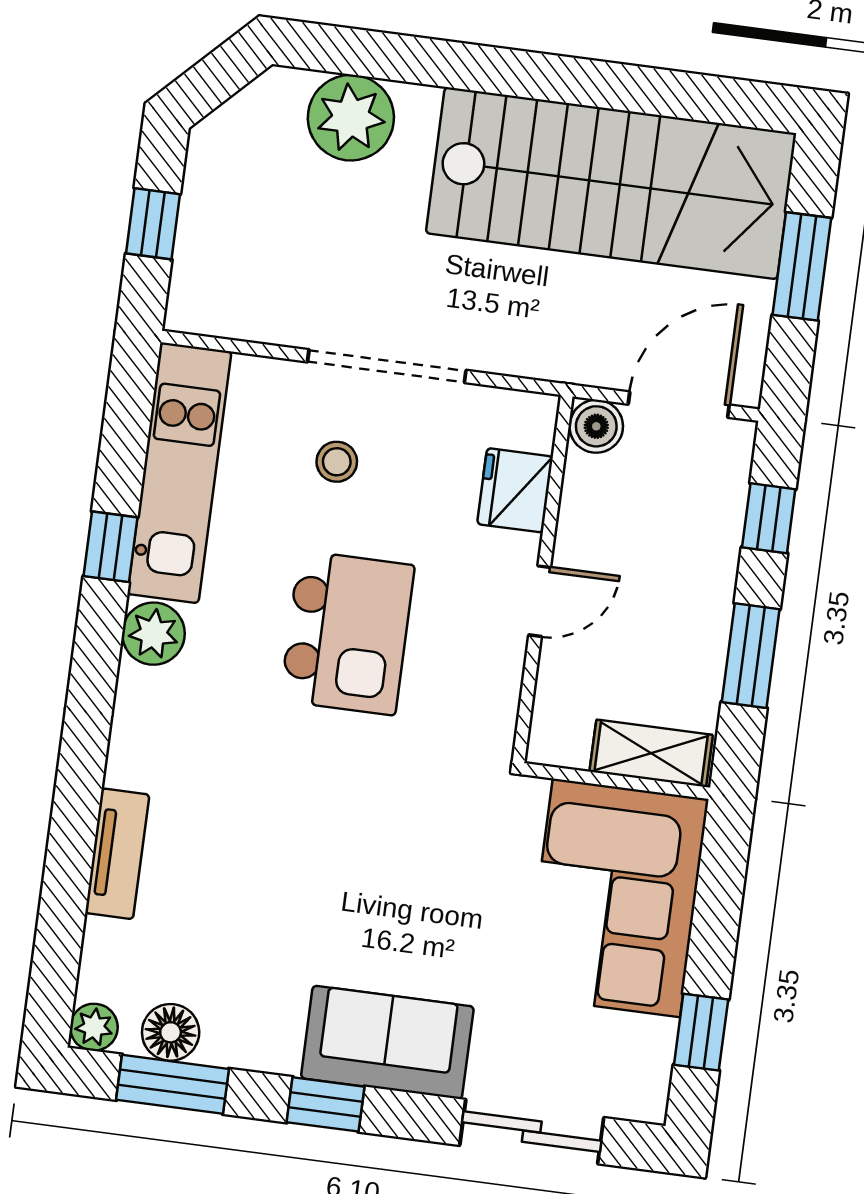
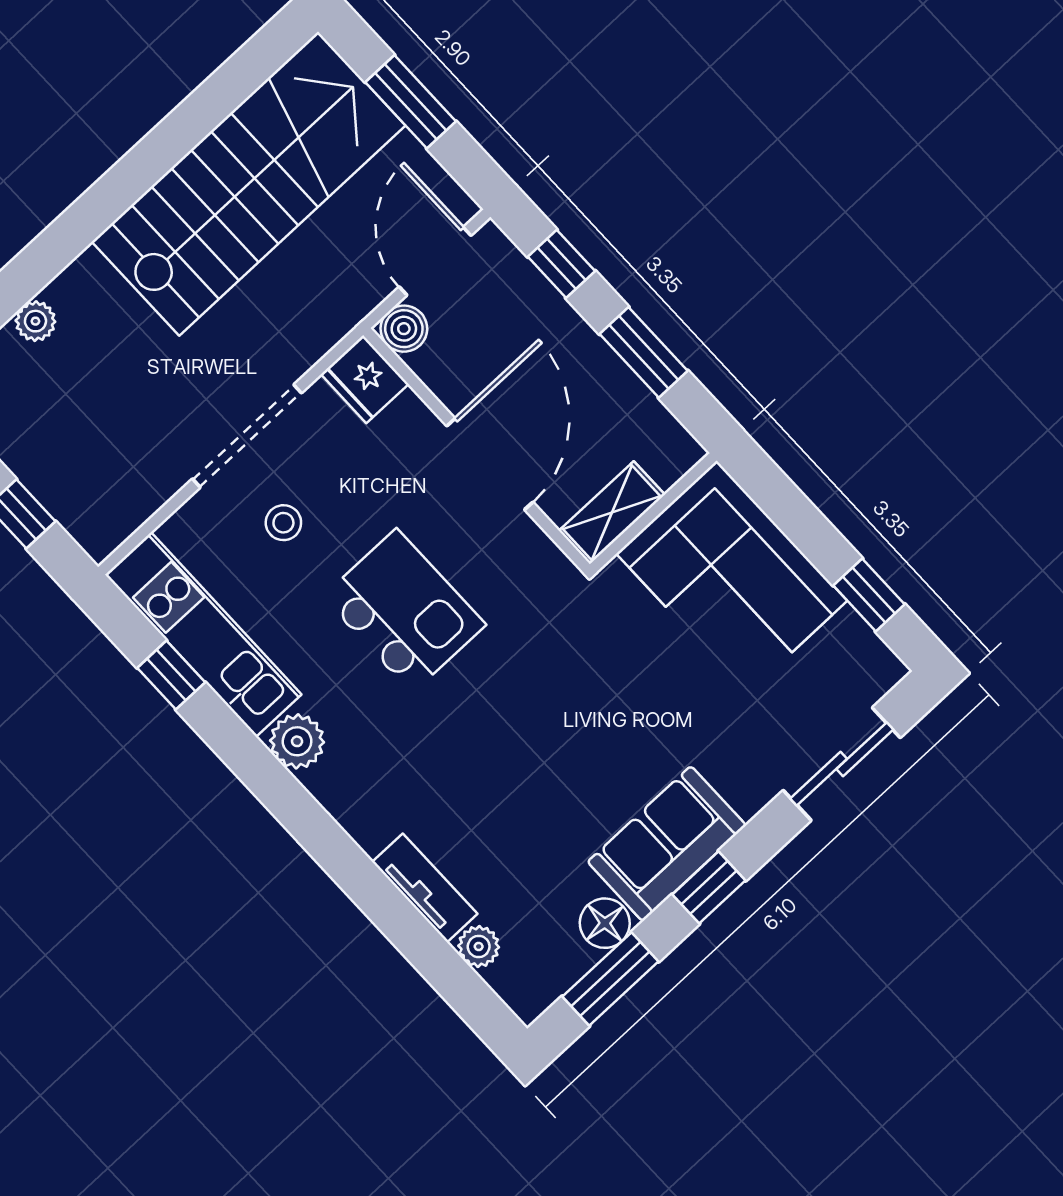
plant: (351, 118) -> (35, 321), width x0.53, depth x0.53
fridge: (515, 490) -> (365, 379), moved
window: (110, 547) -> (171, 675), moved
door: (540, 601) -> (490, 464), width x1.88
shelving: (651, 753) -> (612, 513), moved
plant: (94, 1027) -> (479, 946), moved
floor lamp: (171, 1032) -> (605, 923), moved
sofa: (387, 1042) -> (667, 844), moved

